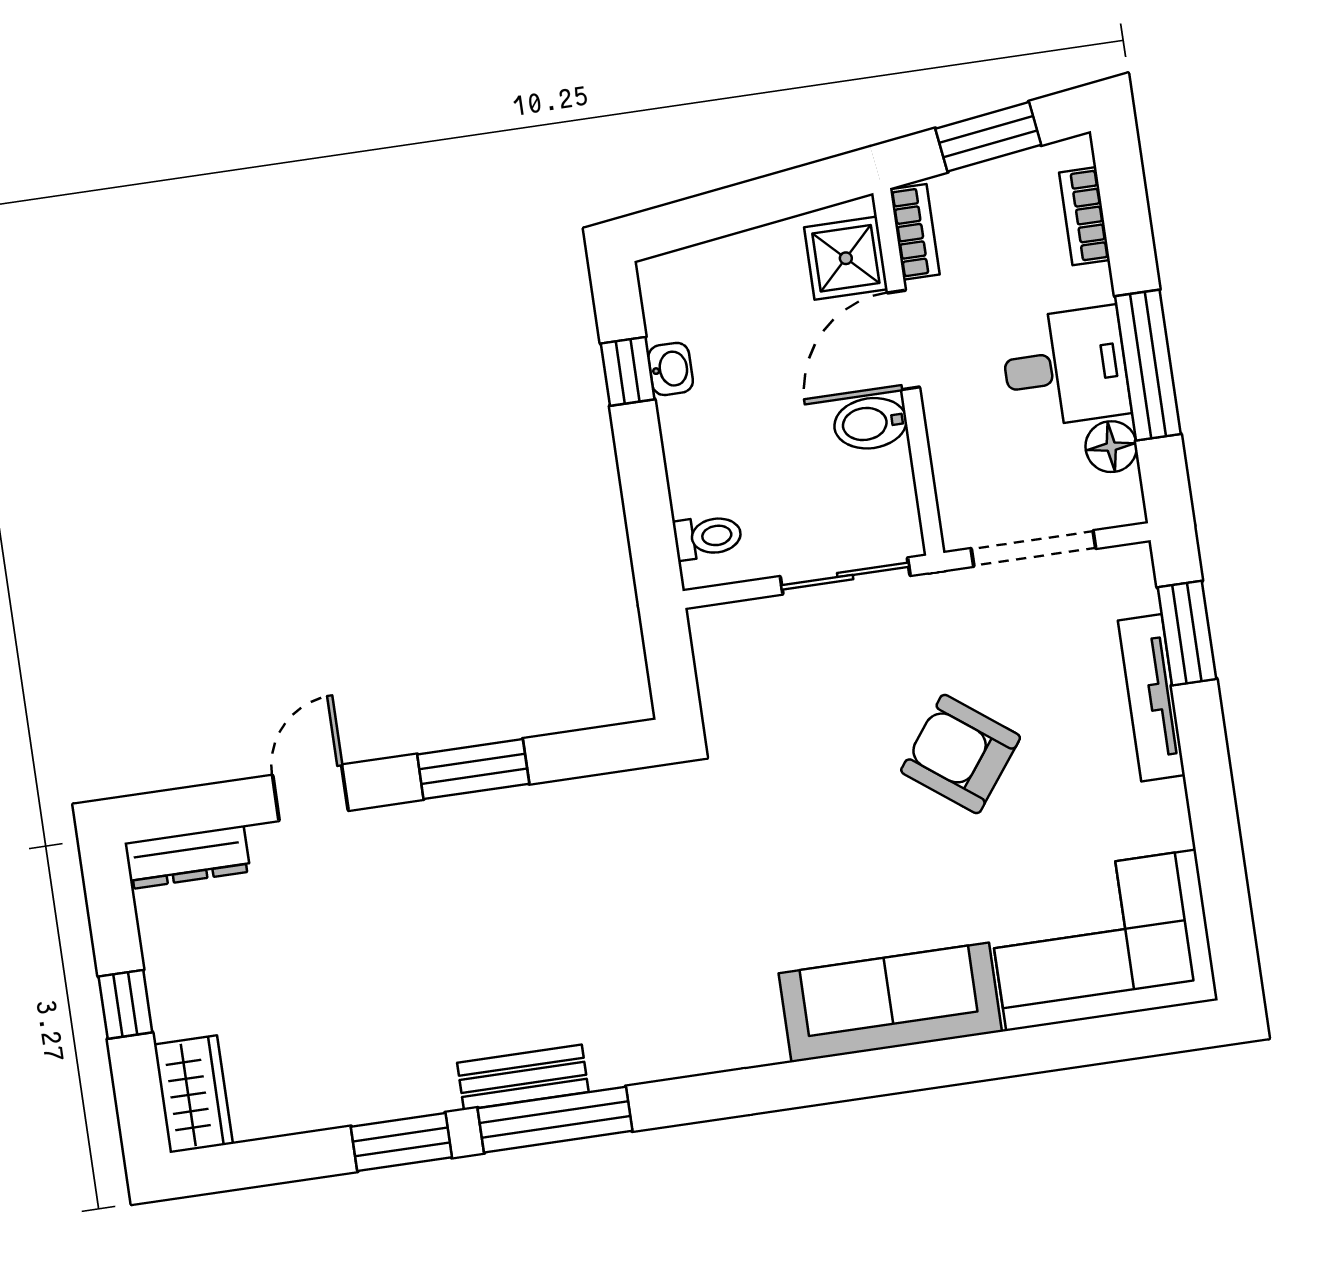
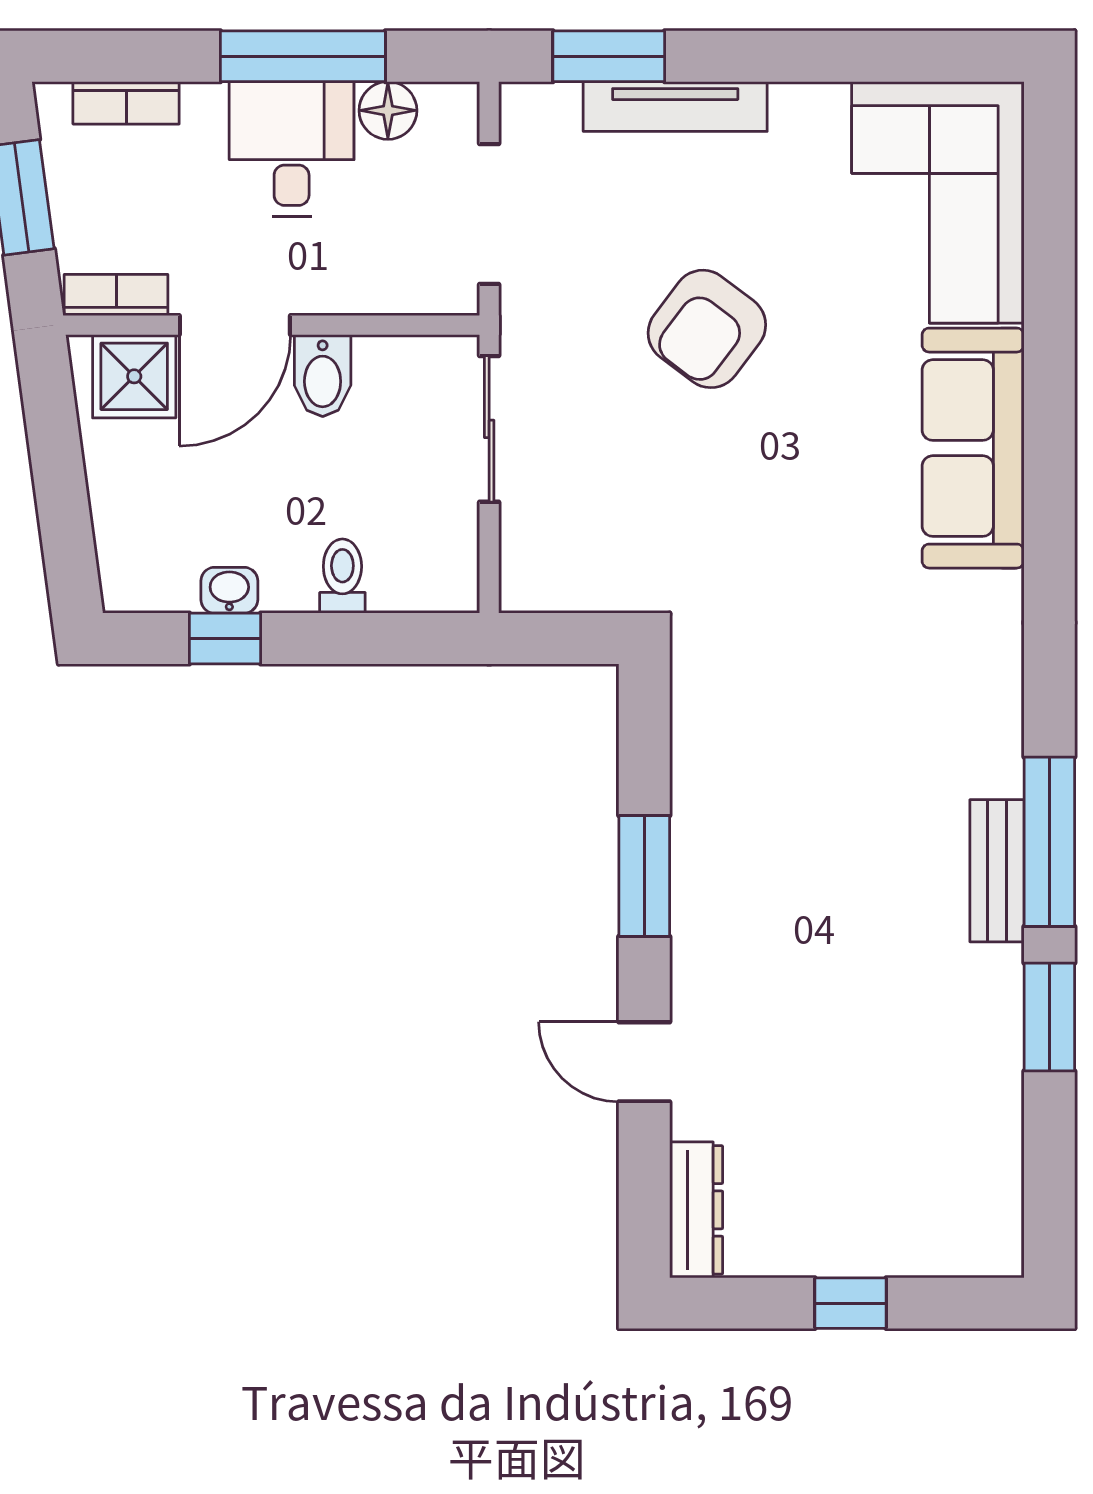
door: (903, 340) -> (235, 325), hinge flipped
toilet: (708, 537) -> (342, 576), moved
wardrobe: (193, 1094) -> (962, 1242), removed

